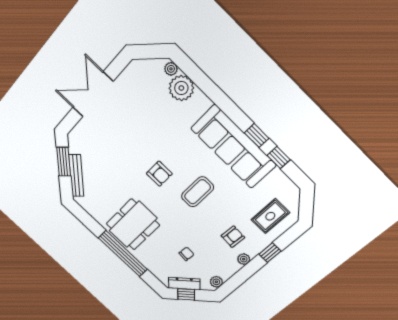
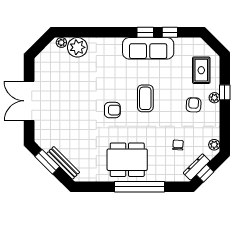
sofa: (233, 147) -> (148, 48), width x0.74, depth x0.79
dining table: (133, 224) -> (127, 160), turned 90
plant: (244, 259) -> (214, 98), moved

